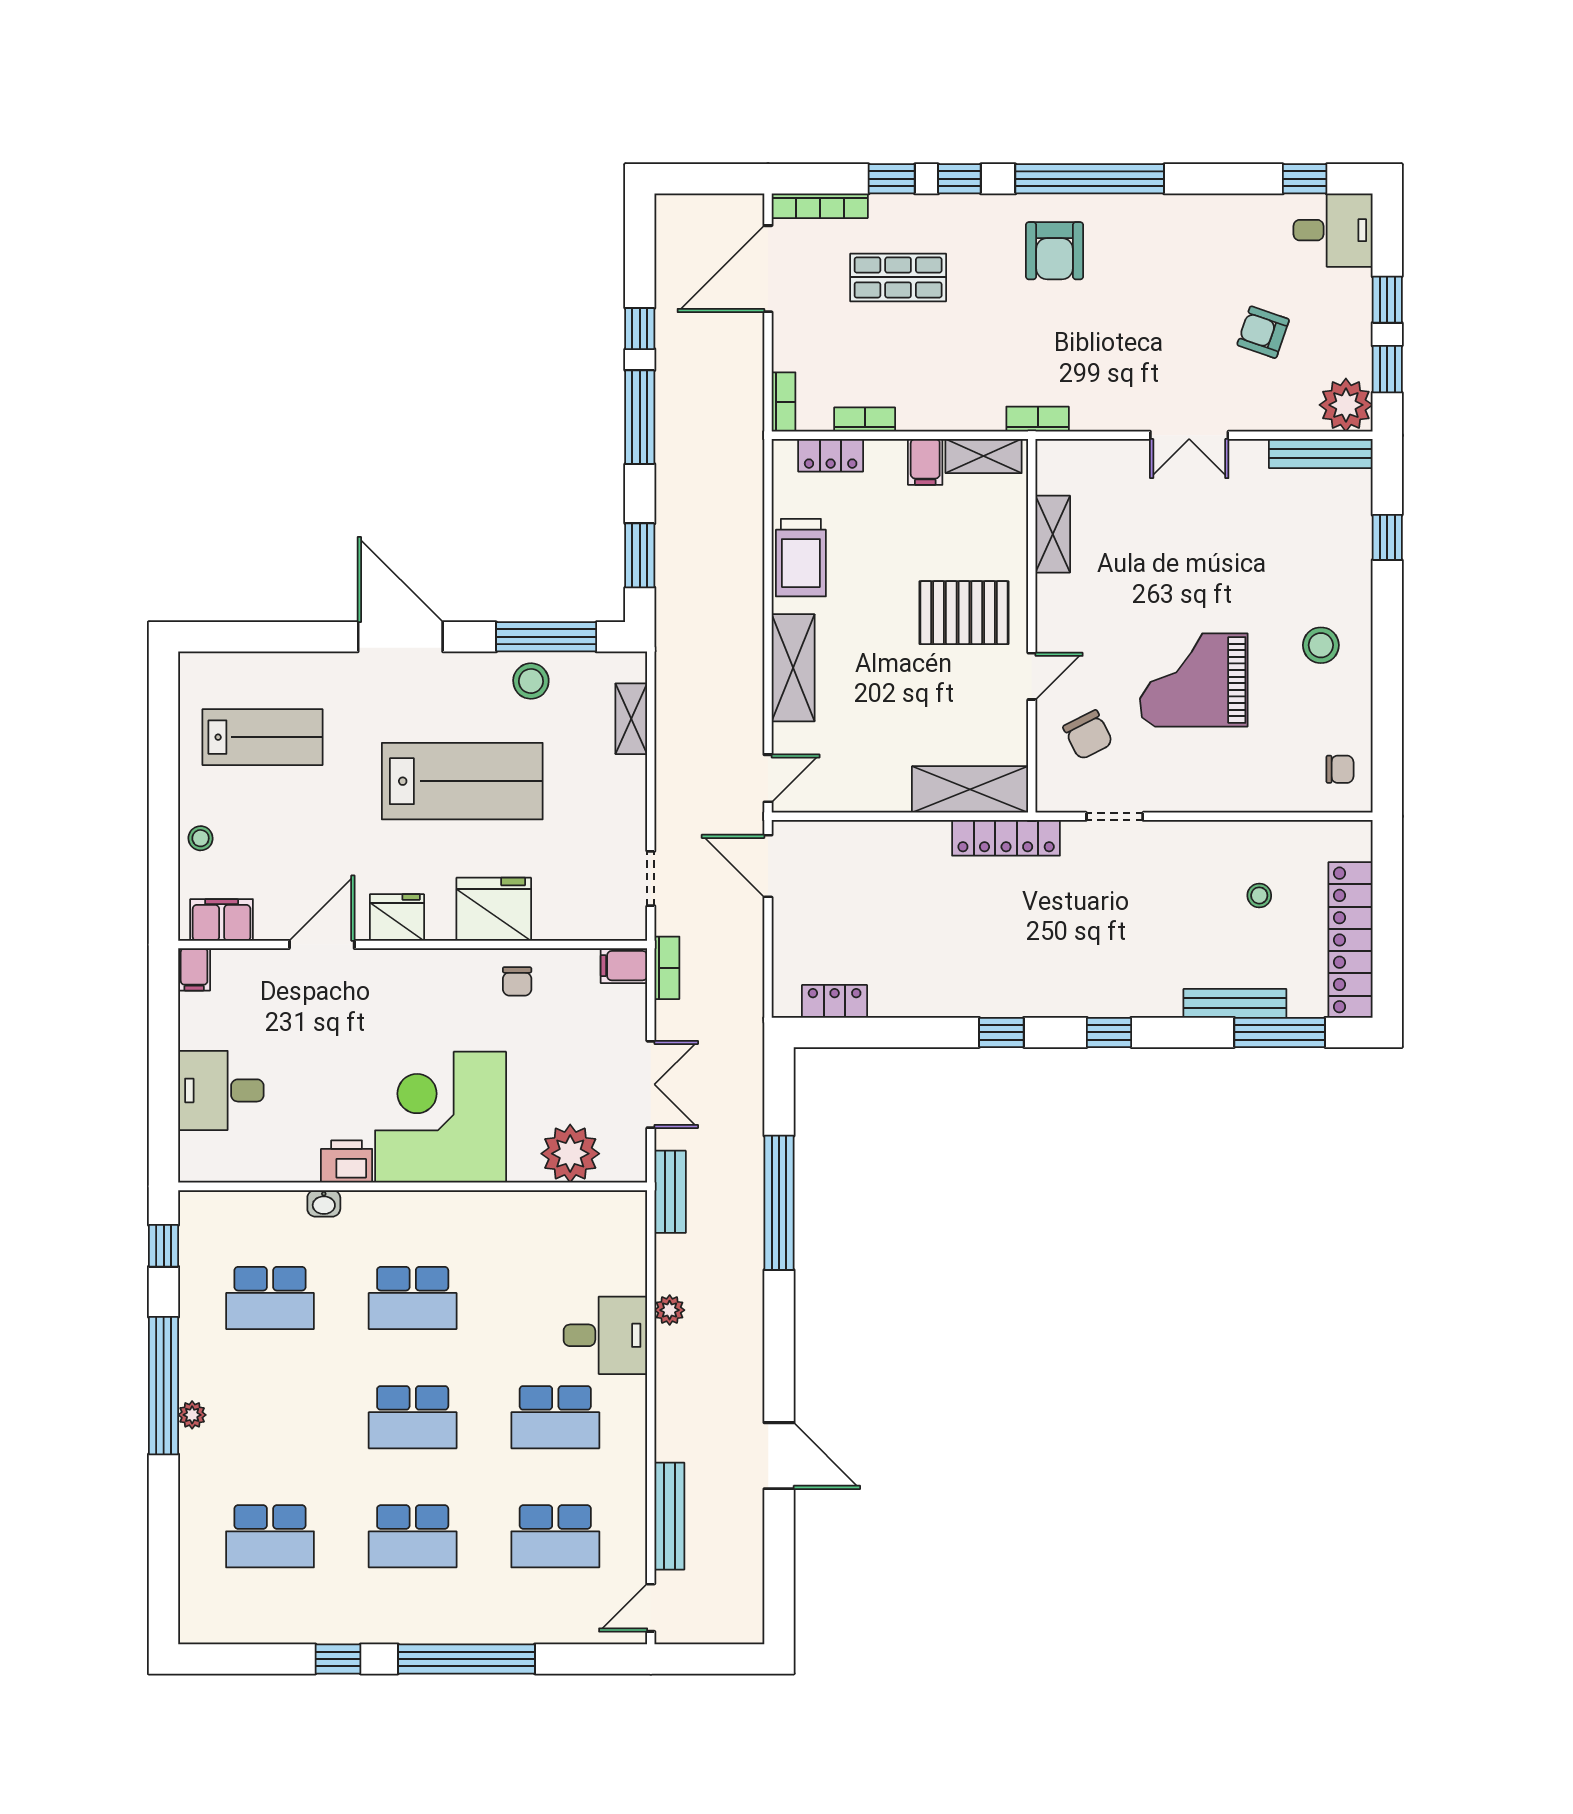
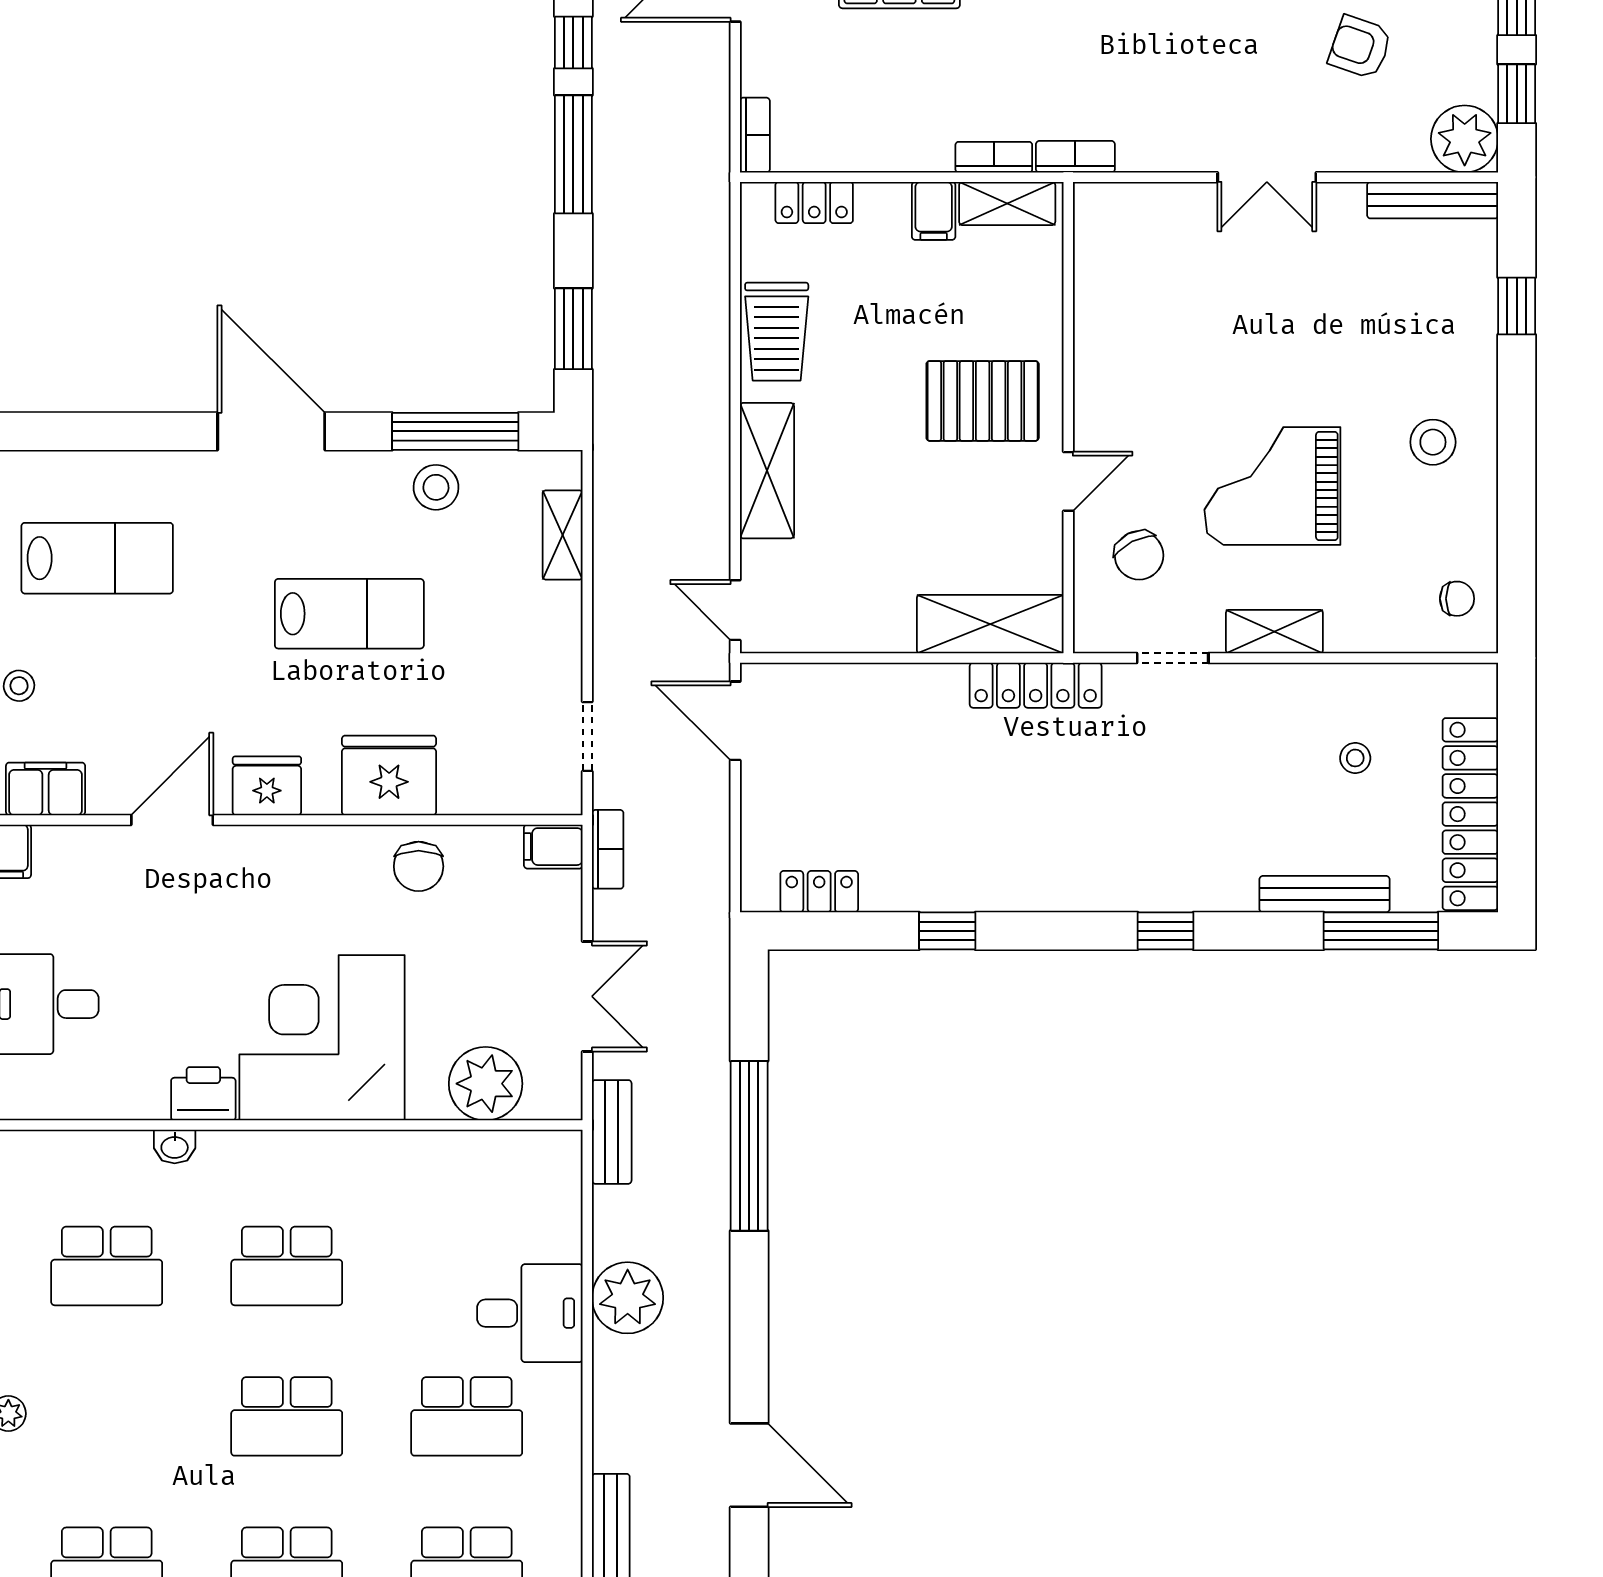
bookcase: (865, 419) -> (994, 157), moved
shelving: (1053, 534) -> (1274, 632), moved, turned 90
door: (768, 778) -> (735, 610), swing flipped
lab bench: (462, 781) -> (349, 614), width x0.73, depth x0.72
chair: (517, 981) -> (419, 866), width x1.37, depth x1.37
window: (1001, 1032) -> (947, 931), moved
plant: (670, 1310) -> (628, 1298), width x1.87, depth x1.87

